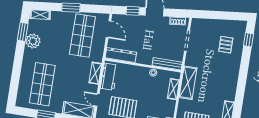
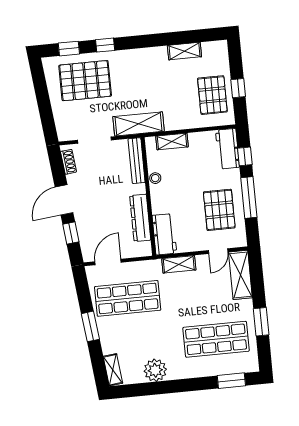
window: (23, 32) -> (231, 381), moved
pallet: (226, 45) -> (85, 81), width x2.05, depth x2.00
dresser: (121, 55) -> (140, 218), moved
window: (245, 63) -> (105, 45), added
workbench: (109, 77) -> (164, 234), moved, turned 90
shelving: (188, 83) -> (139, 124), moved

